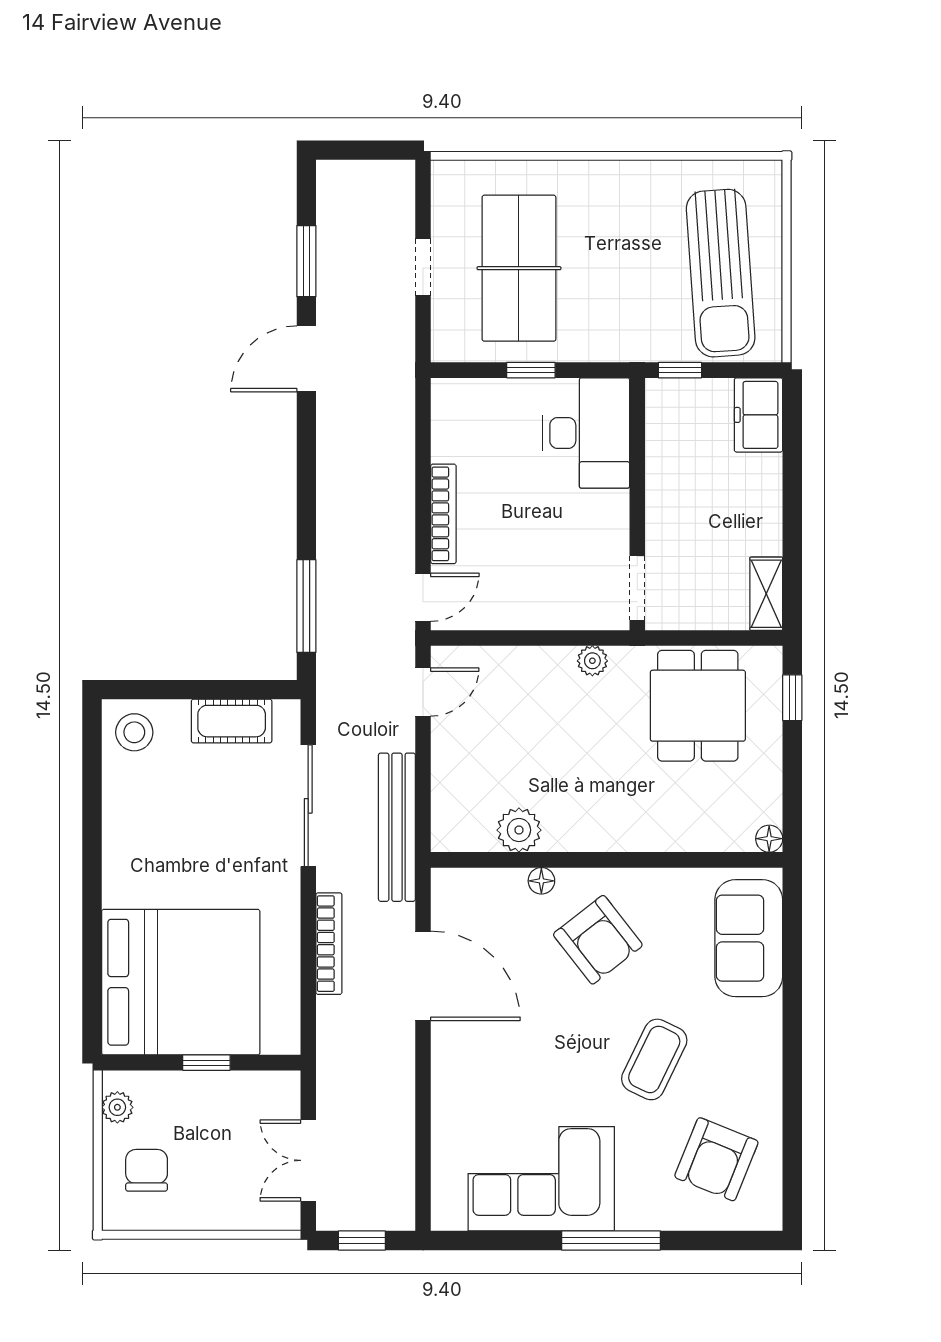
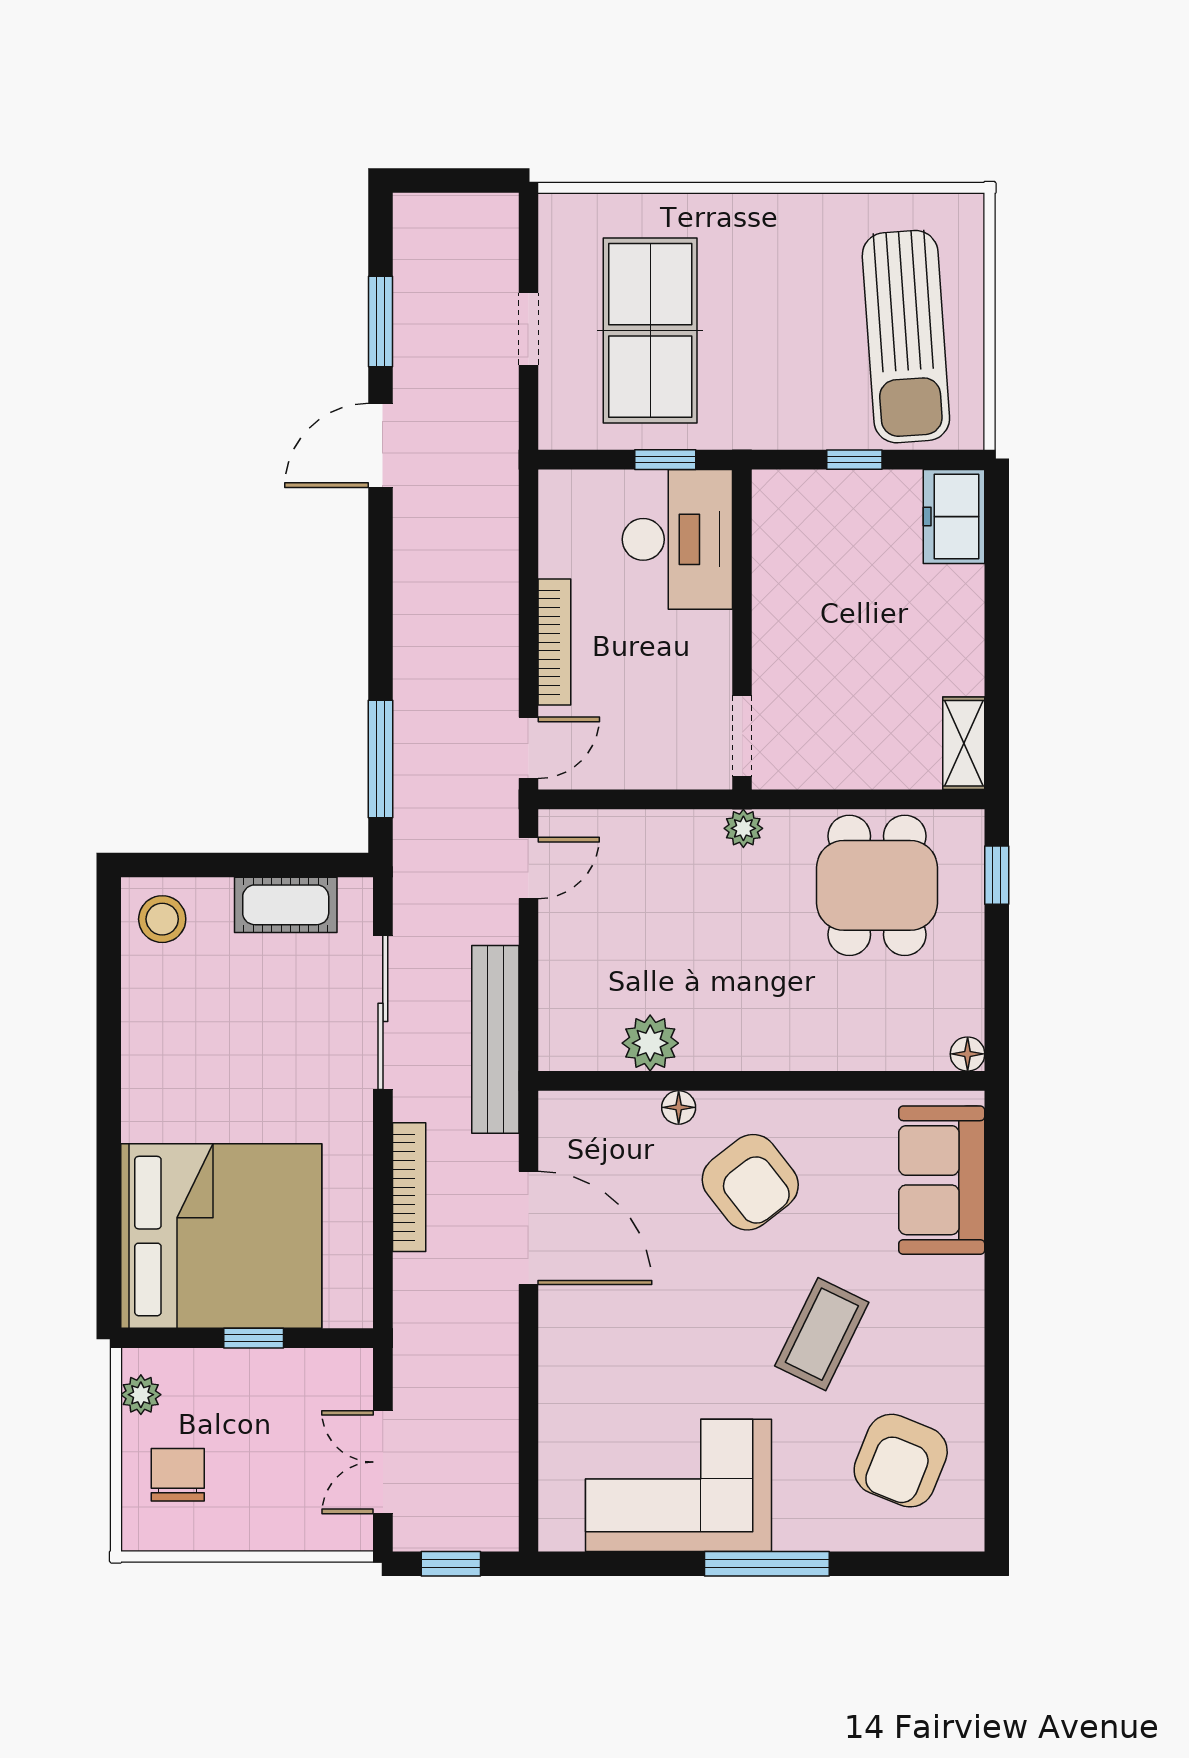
desk: (586, 433) -> (677, 539), moved
wall: (637, 504) -> (742, 630), moved
doorway: (637, 588) -> (742, 736), moved

